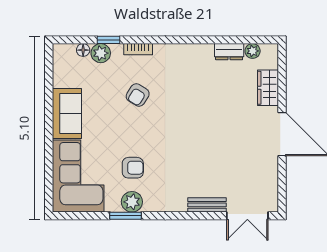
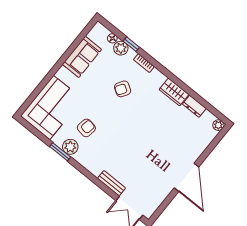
plant: (253, 51) -> (218, 125), moved
wardrobe: (268, 88) -> (174, 92), moved, turned -90
sofa: (67, 113) -> (82, 57), moved
armchair: (133, 168) -> (86, 128), turned -80

